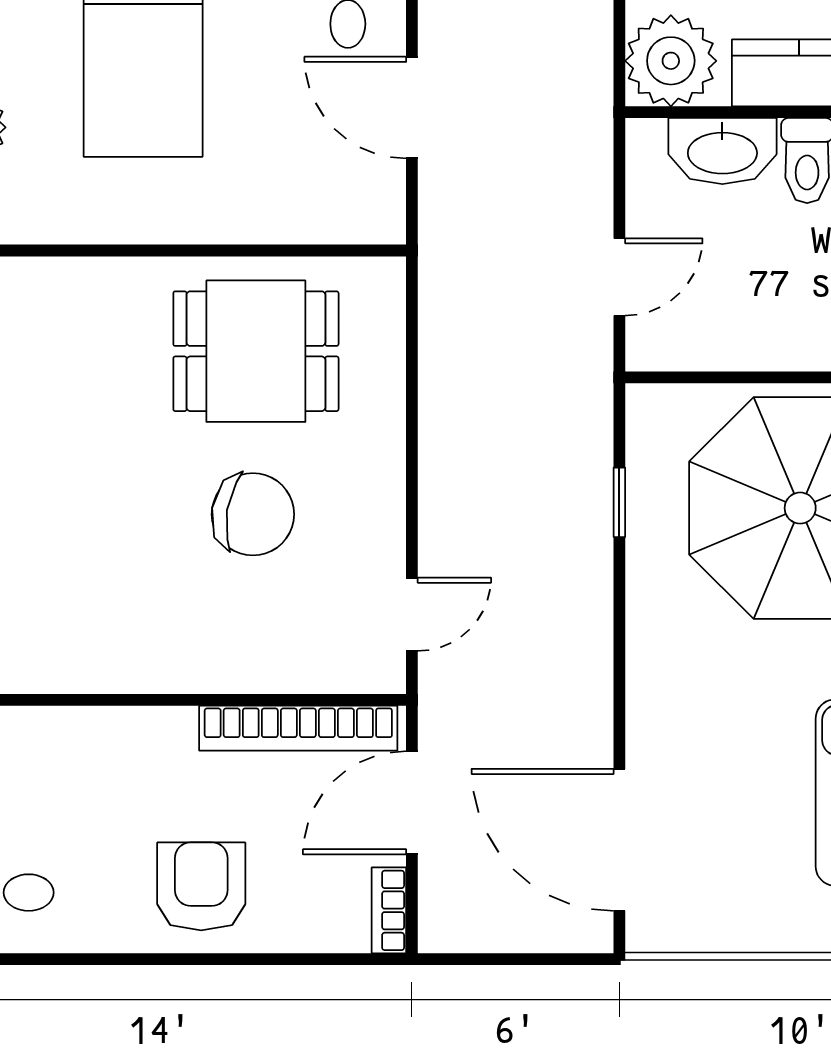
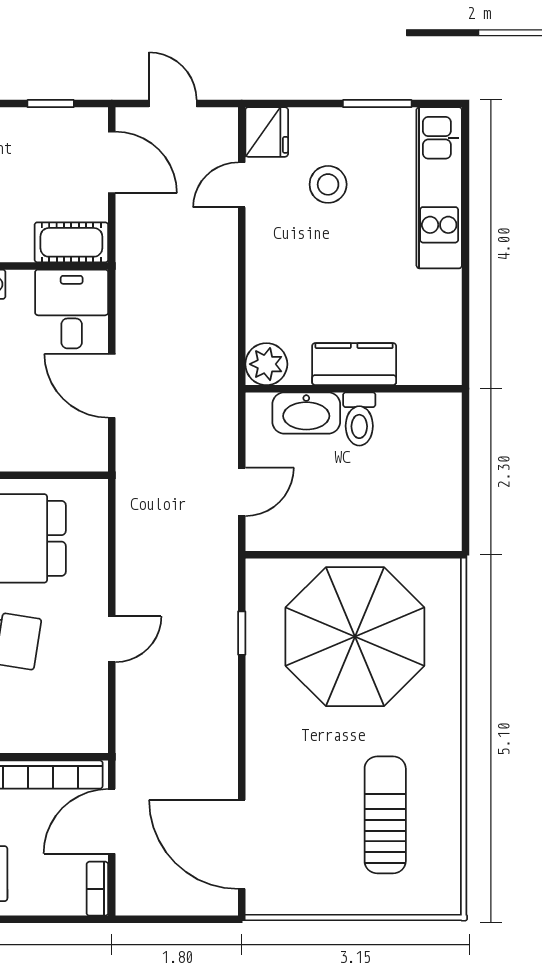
plant: (671, 61) -> (266, 364), width x0.73, depth x0.73
door: (412, 614) -> (112, 639), moved

